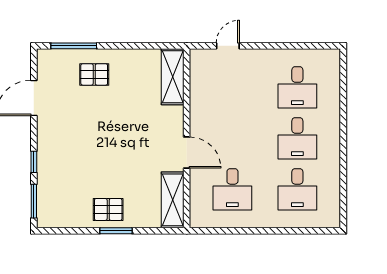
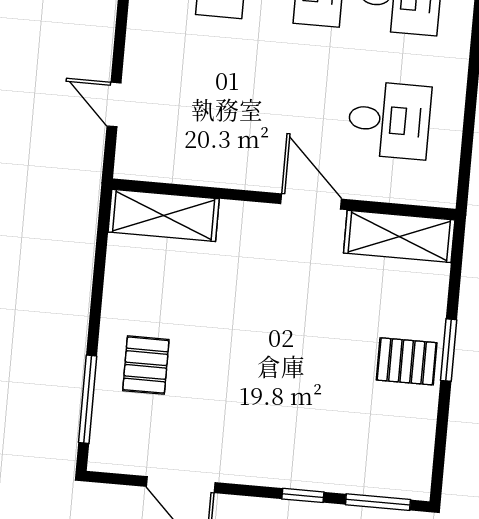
door: (187, 153) -> (311, 201), hinge flipped
pallet: (108, 209) -> (407, 361), turned 90

